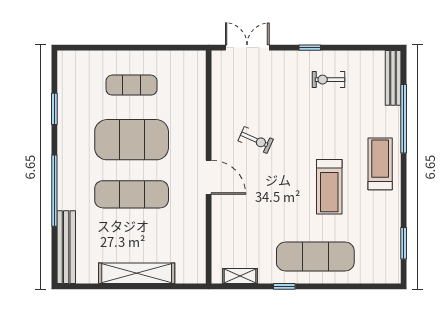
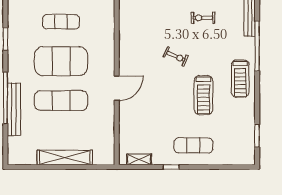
exercise bike: (256, 140) -> (176, 56), moved
treadmill: (380, 164) -> (240, 79), turned 180
door: (209, 177) -> (117, 88), hinge flipped
bench: (66, 247) -> (14, 109), moved
exercise mat: (315, 257) -> (193, 145), width x0.73, depth x0.69

